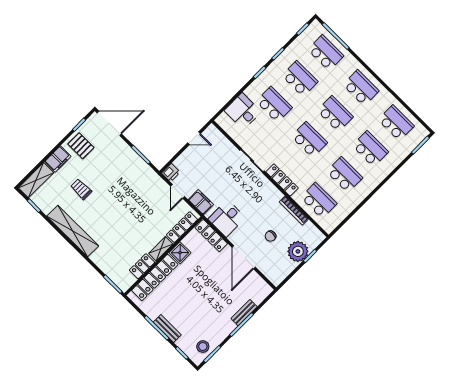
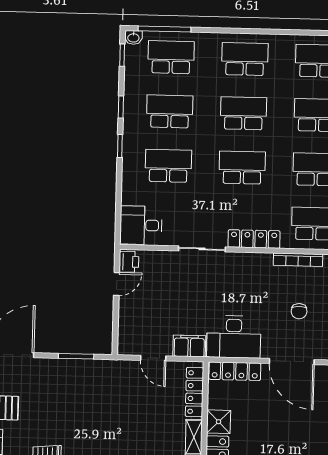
washbasin: (316, 26) -> (133, 38), added
desk: (243, 111) -> (141, 225), moved
printer: (171, 173) -> (129, 262), moved
desk: (227, 218) -> (234, 337), width x1.37

